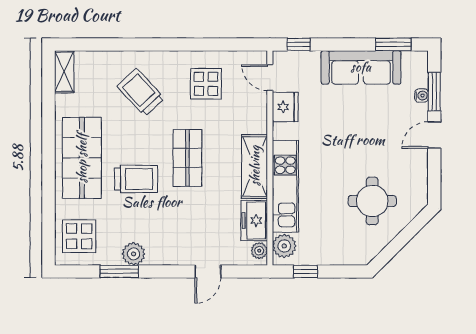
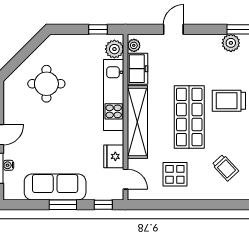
window: (393, 44) -> (63, 205), moved
trolley: (141, 92) -> (225, 168), width x0.73, depth x0.72
shop shelf: (187, 158) -> (189, 117), width x1.43, depth x1.36
shelving: (255, 166) -> (137, 122), width x1.47

